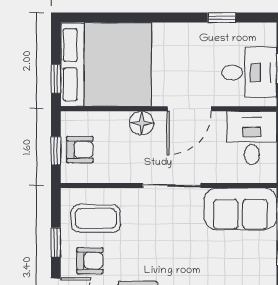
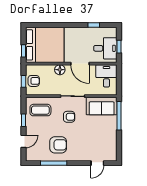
door: (189, 109) -> (80, 64), hinge flipped
armchair: (90, 261) -> (69, 117), moved

